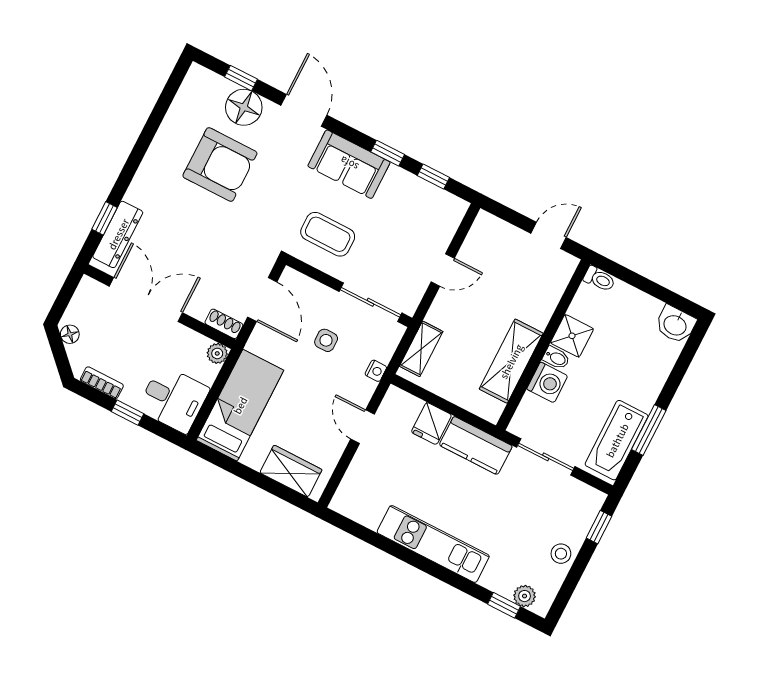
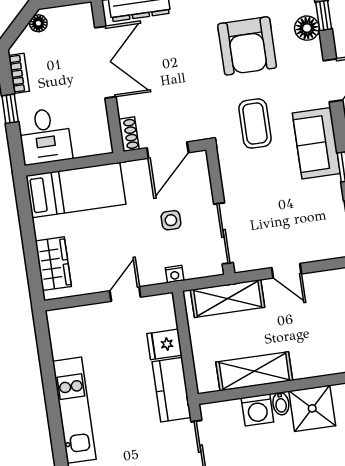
floor lamp: (244, 107) -> (307, 28), width x0.73, depth x0.73
coffee table: (328, 234) -> (255, 124), moved
shower: (572, 336) -> (312, 408), width x1.36, depth x1.36
shelving: (421, 349) -> (228, 298), width x1.50, depth x1.33
plant: (217, 353) -> (103, 145), removed

